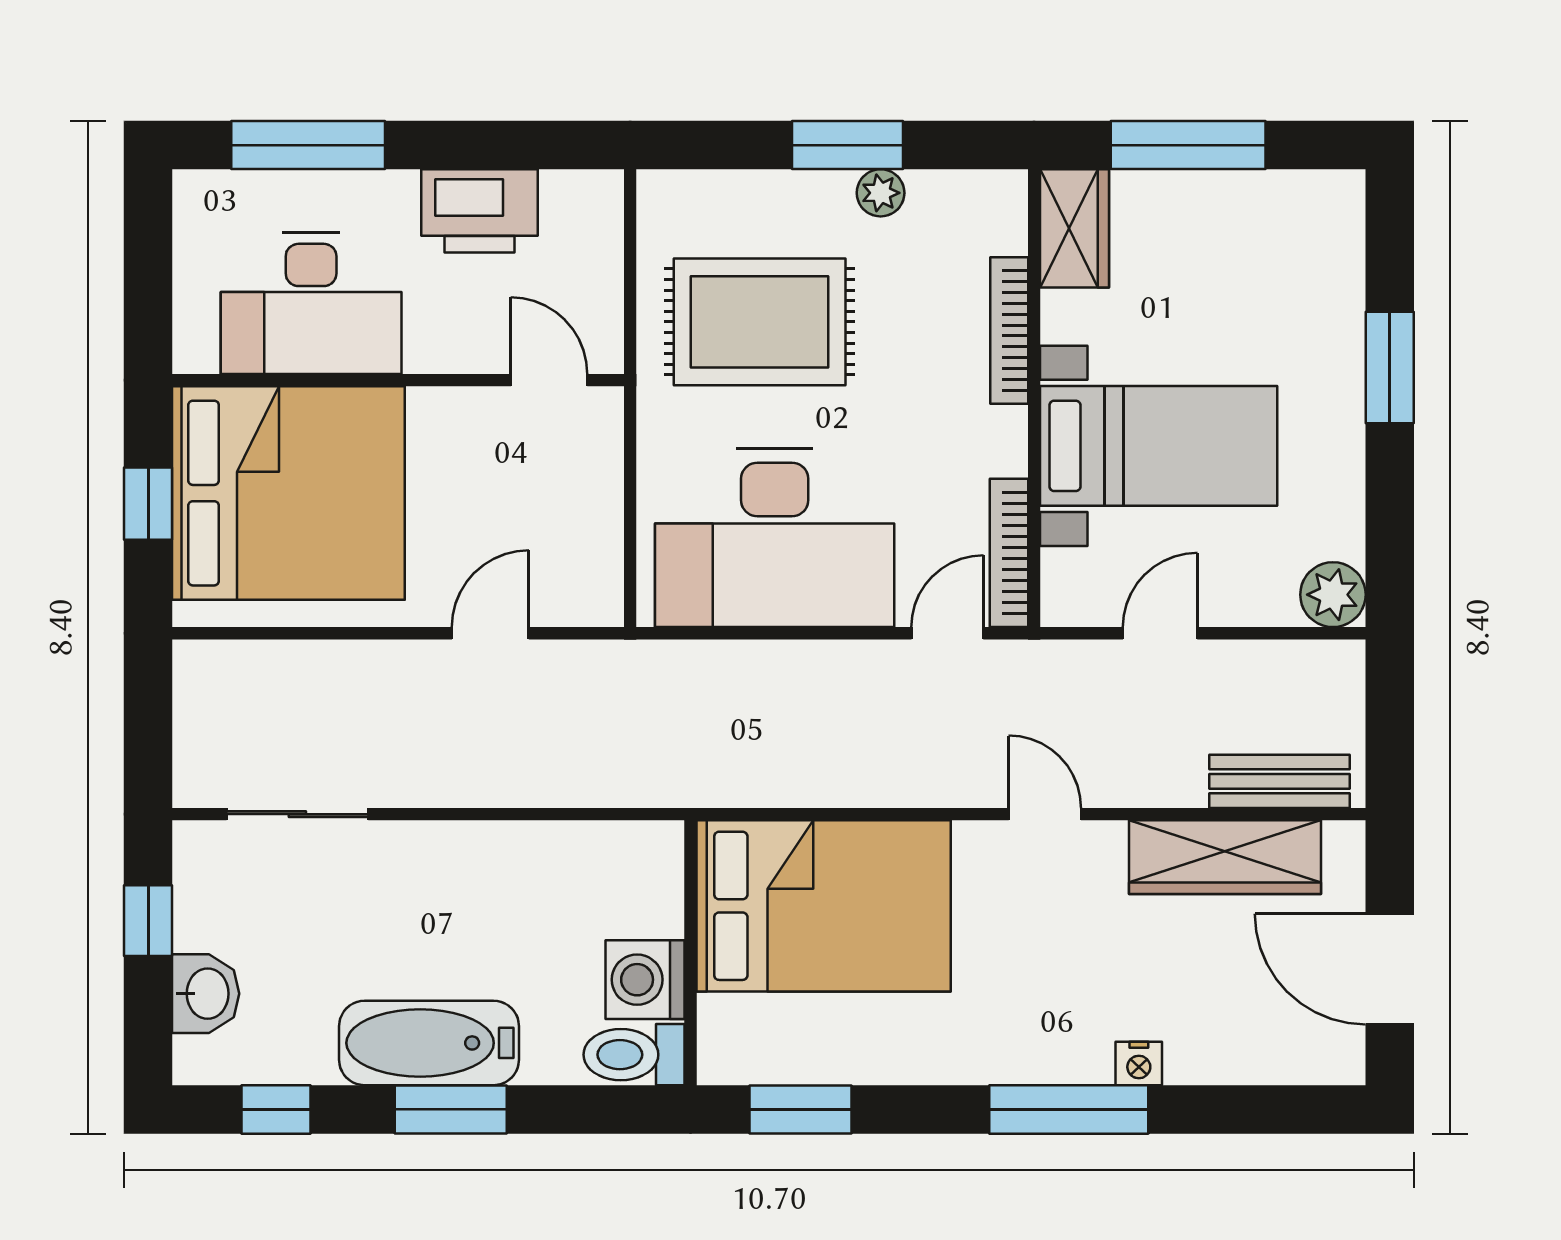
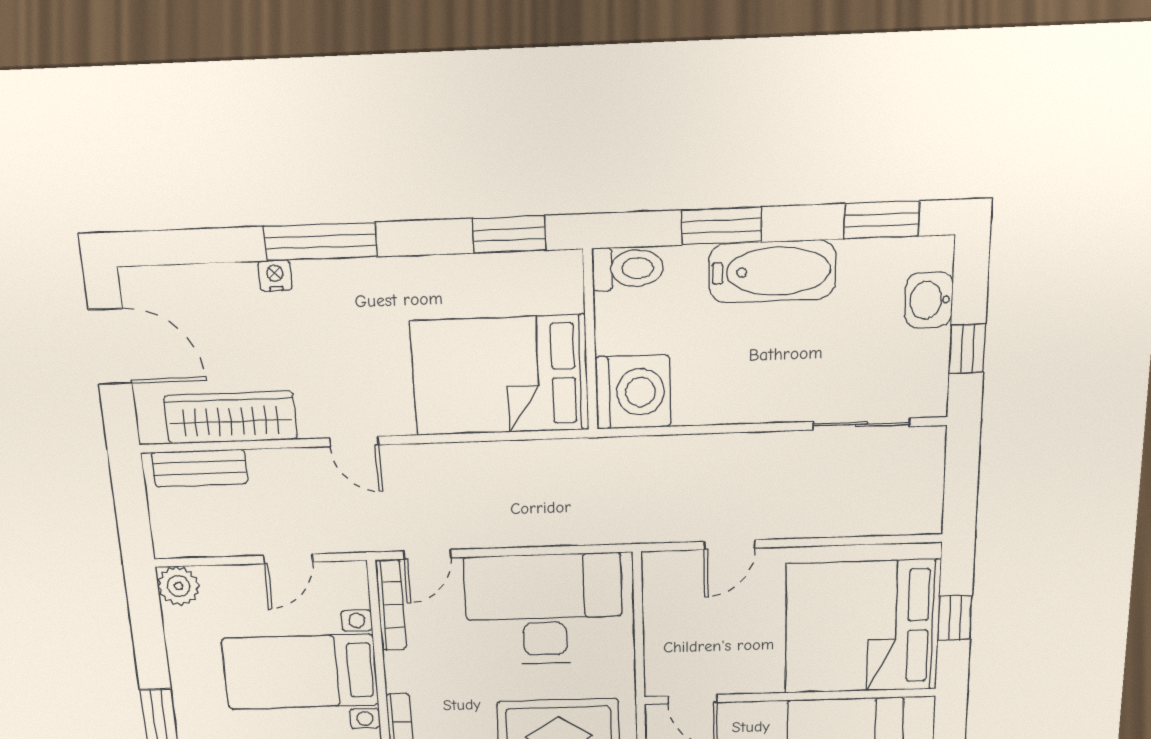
washing machine: (645, 980) -> (633, 392), moved, width x1.37, depth x1.37
window: (276, 1109) -> (882, 220), width x1.50
window: (451, 1109) -> (722, 226), moved

